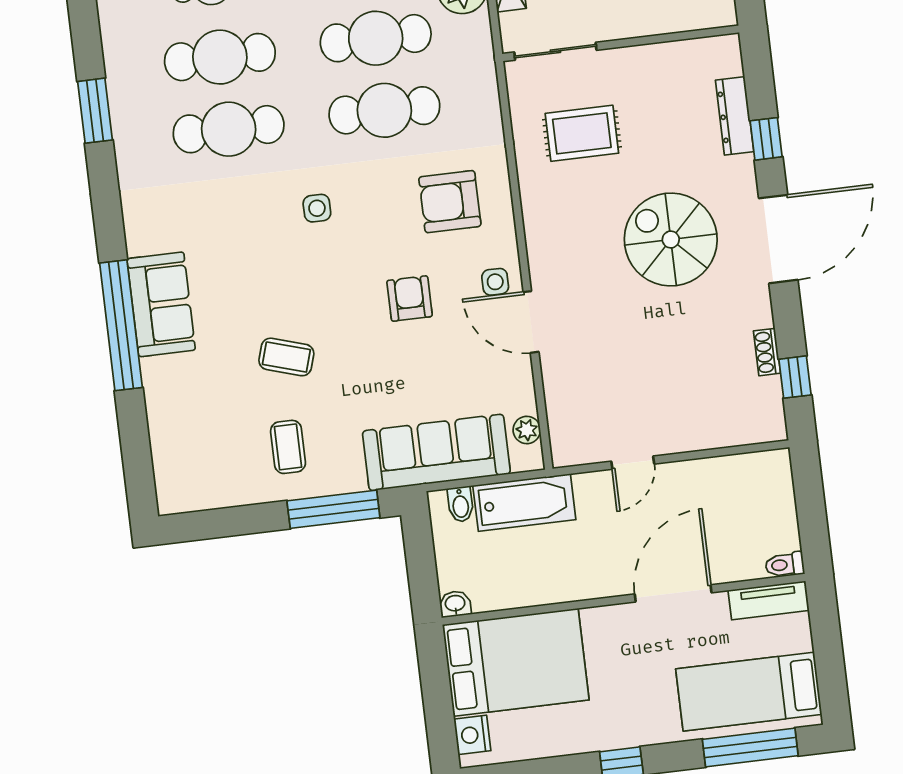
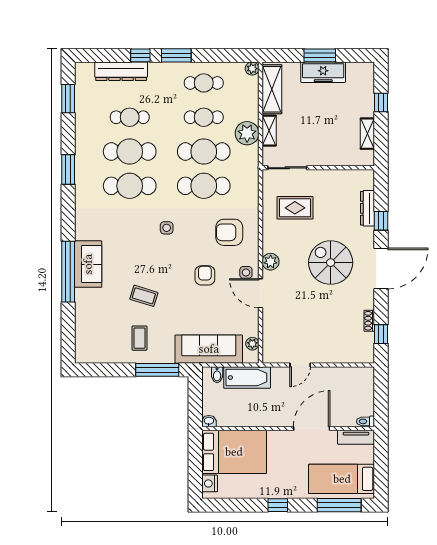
plant: (544, 253) -> (271, 262), added

